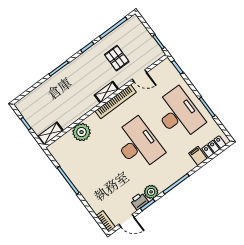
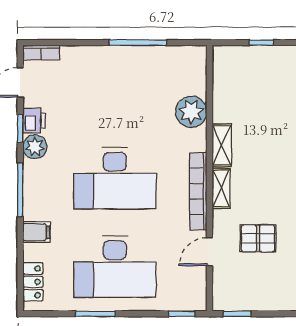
shelving: (50, 134) -> (222, 145), moved
filing cabinet: (198, 156) -> (36, 232), moved

